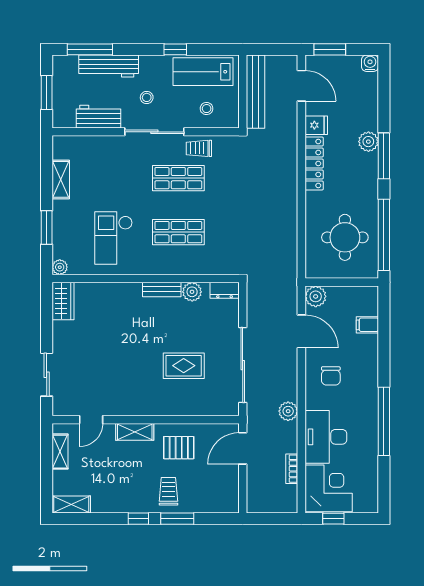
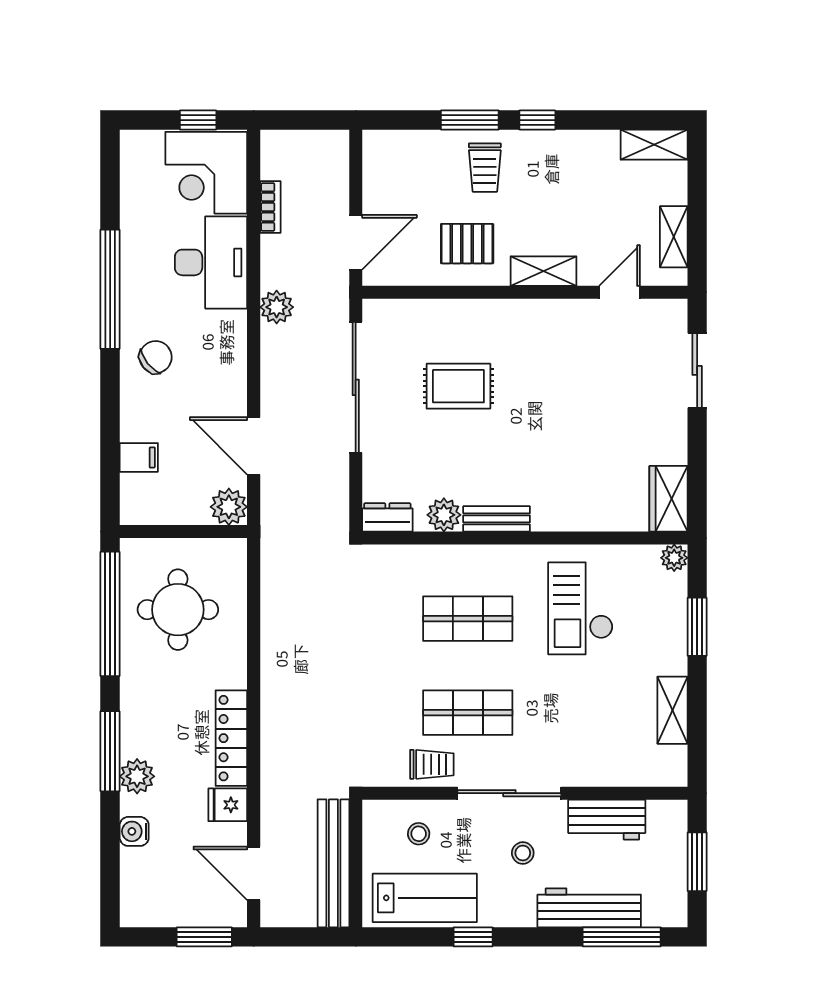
water cooler: (370, 63) -> (134, 831), moved, turned 90
checkout: (114, 238) -> (580, 608), turned 180
chair: (331, 376) -> (156, 357), moved, turned 51

